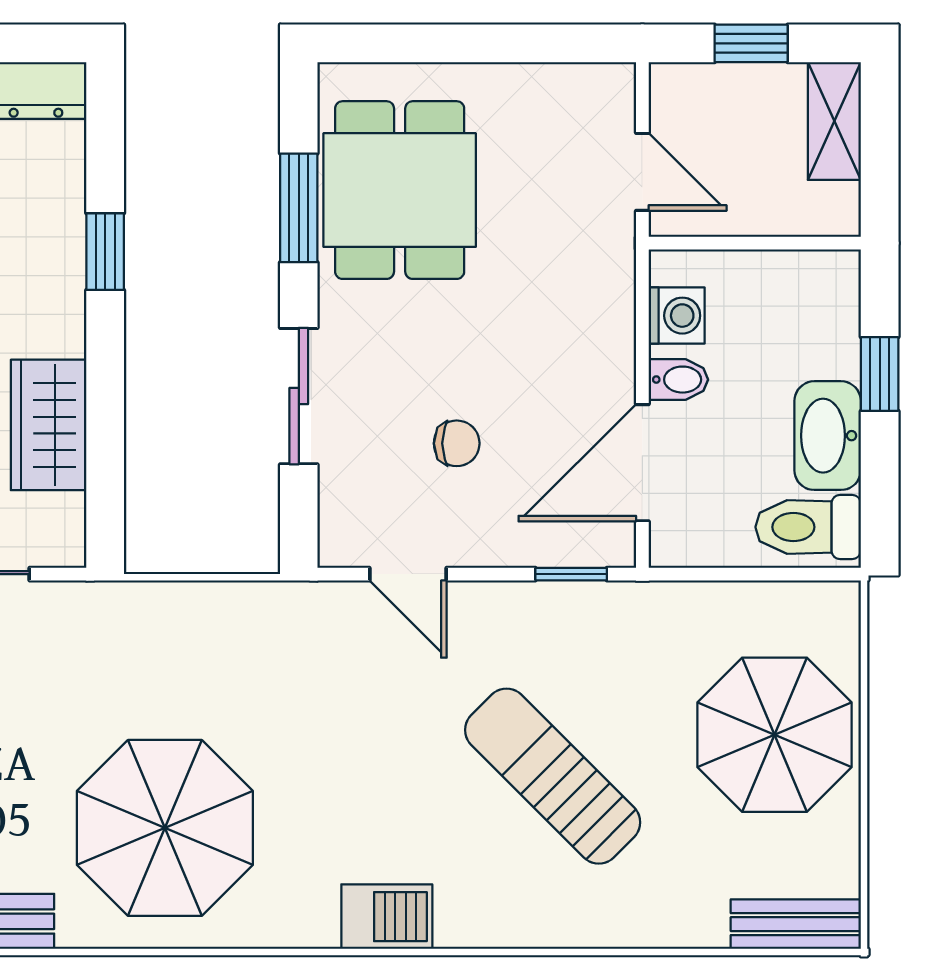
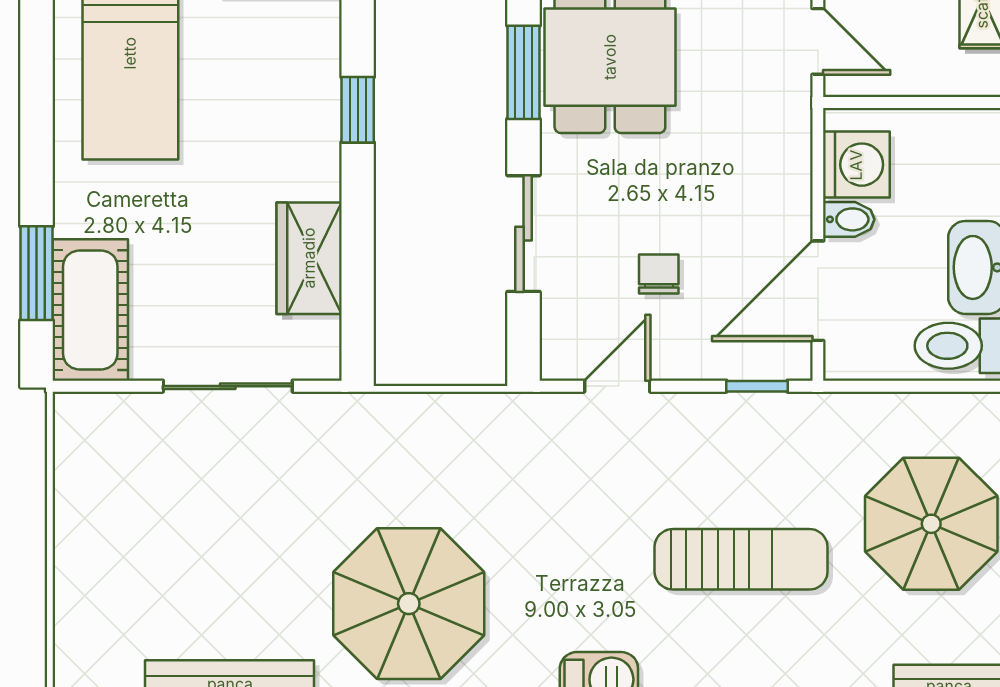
washing machine: (677, 316) -> (856, 165), width x1.38, depth x1.38
chair: (457, 443) -> (659, 274), turned -90
door: (408, 574) -> (617, 386), swing flipped
sun lounger: (553, 776) -> (741, 559), turned 135

